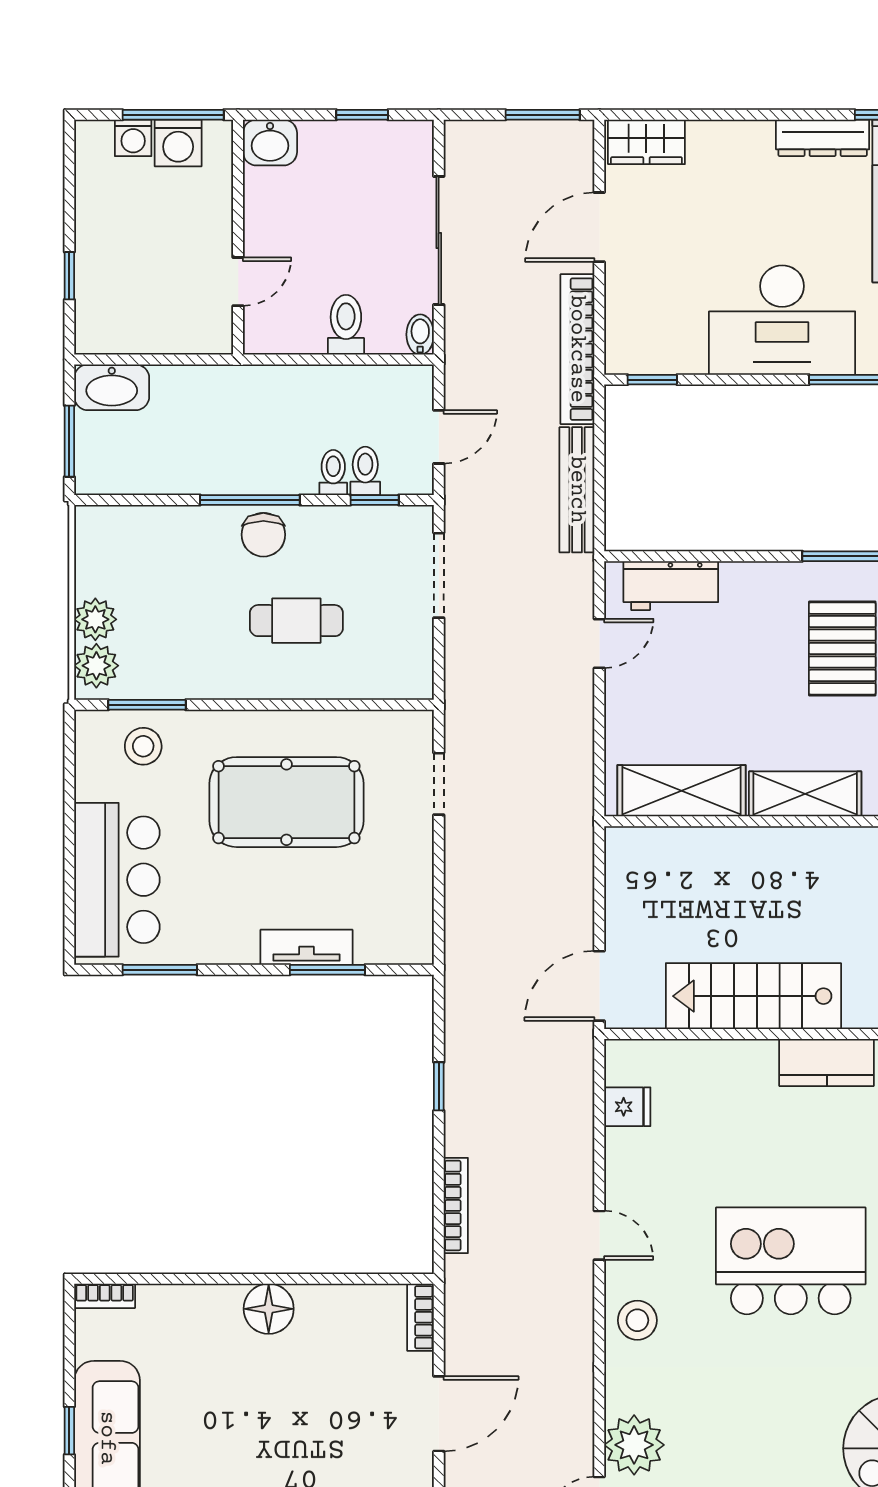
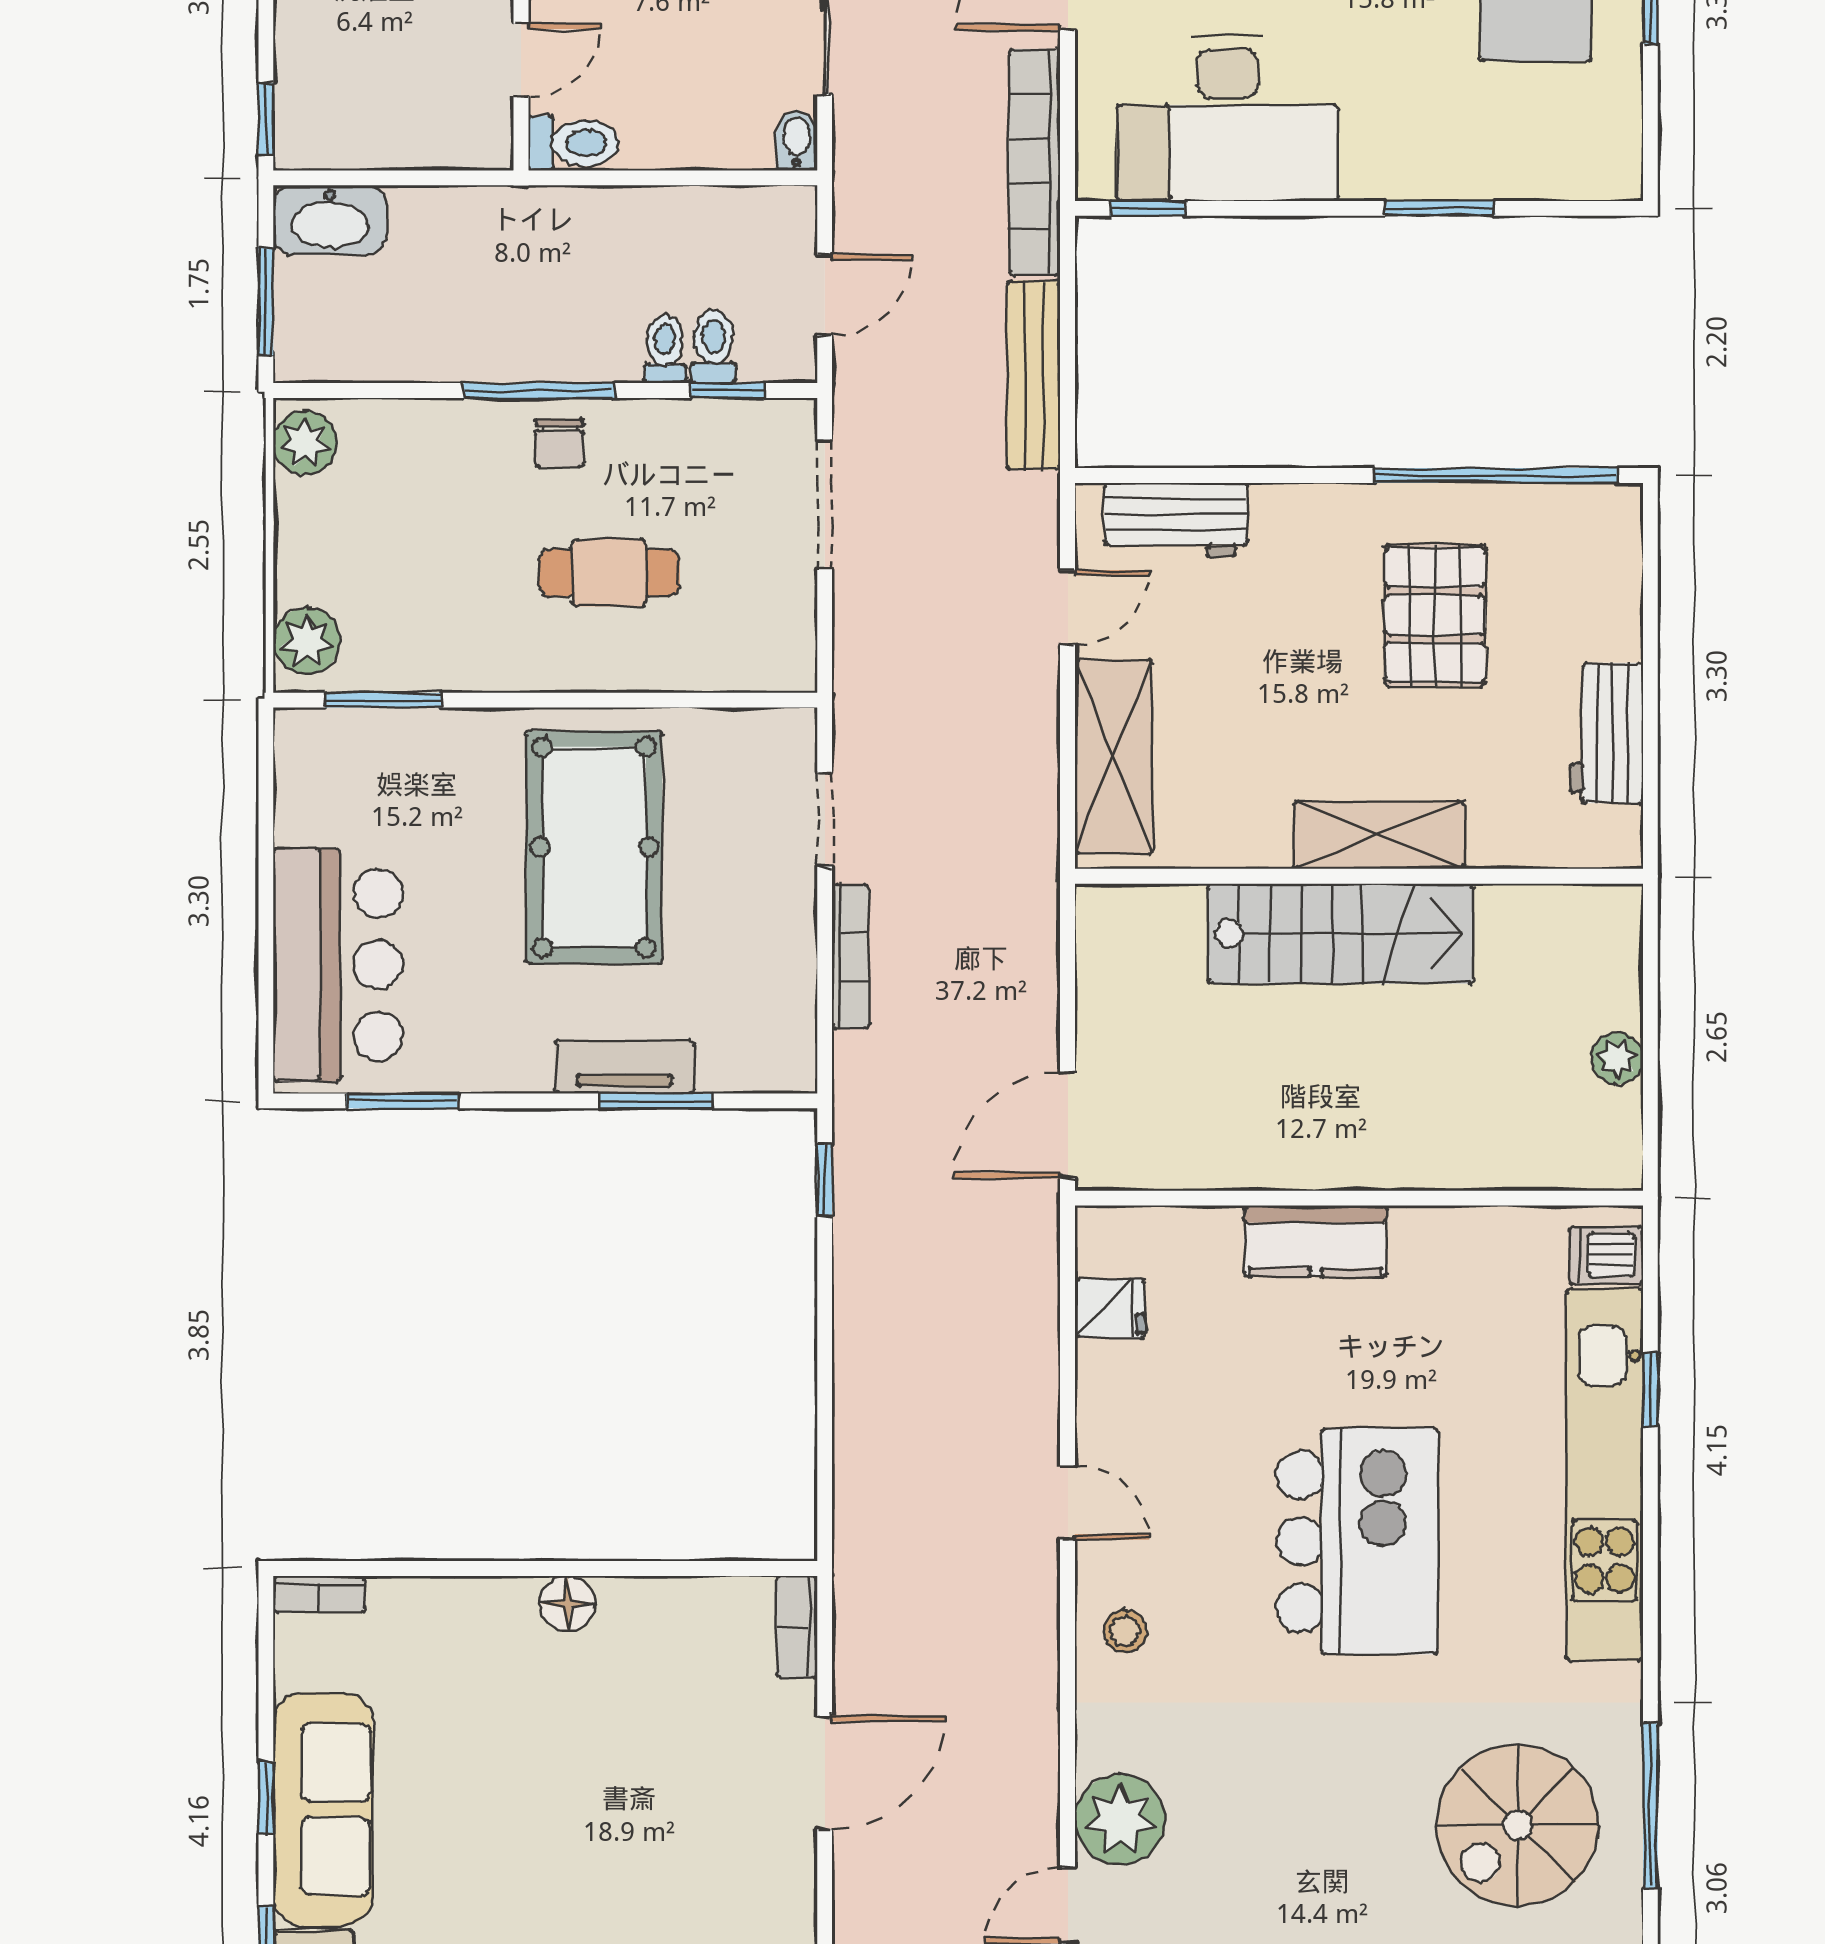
window: (69, 276) -> (266, 119), moved
desk: (782, 320) -> (1228, 118), moved
toilet: (346, 325) -> (574, 143), moved, turned 90
chair: (263, 535) -> (559, 443), width x0.73, depth x0.73
plant: (95, 619) -> (305, 443), moved
stool: (143, 746) -> (378, 763), removed
shelving: (682, 791) -> (1114, 757), moved, turned 90
pool table: (286, 802) -> (594, 847), turned 90
stairs: (753, 996) -> (1340, 934), moved, turned 180
kitchen counter: (827, 1062) -> (1316, 1241), moved
window: (439, 1086) -> (825, 1179), moved
bookcase: (456, 1205) -> (850, 957), moved
kitchen island: (791, 1261) -> (1357, 1541), turned 90
floor lamp: (269, 1309) -> (567, 1603), width x0.73, depth x0.73
stool: (637, 1320) -> (1125, 1631), width x0.73, depth x0.73

